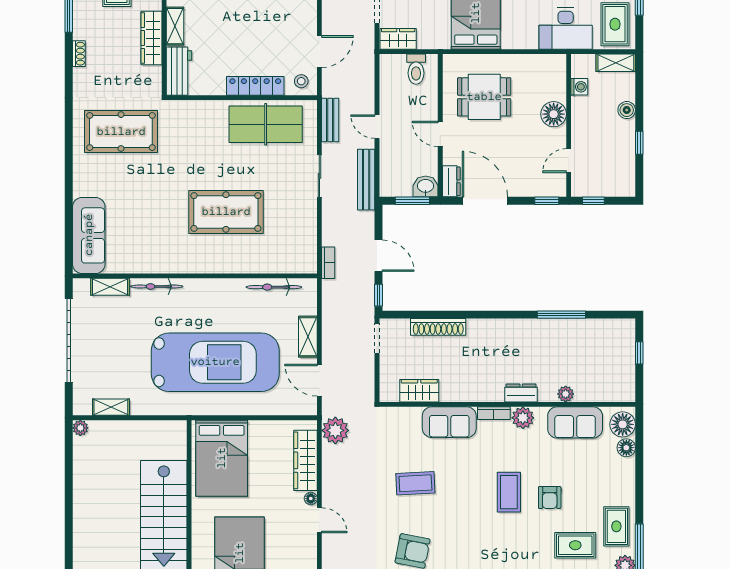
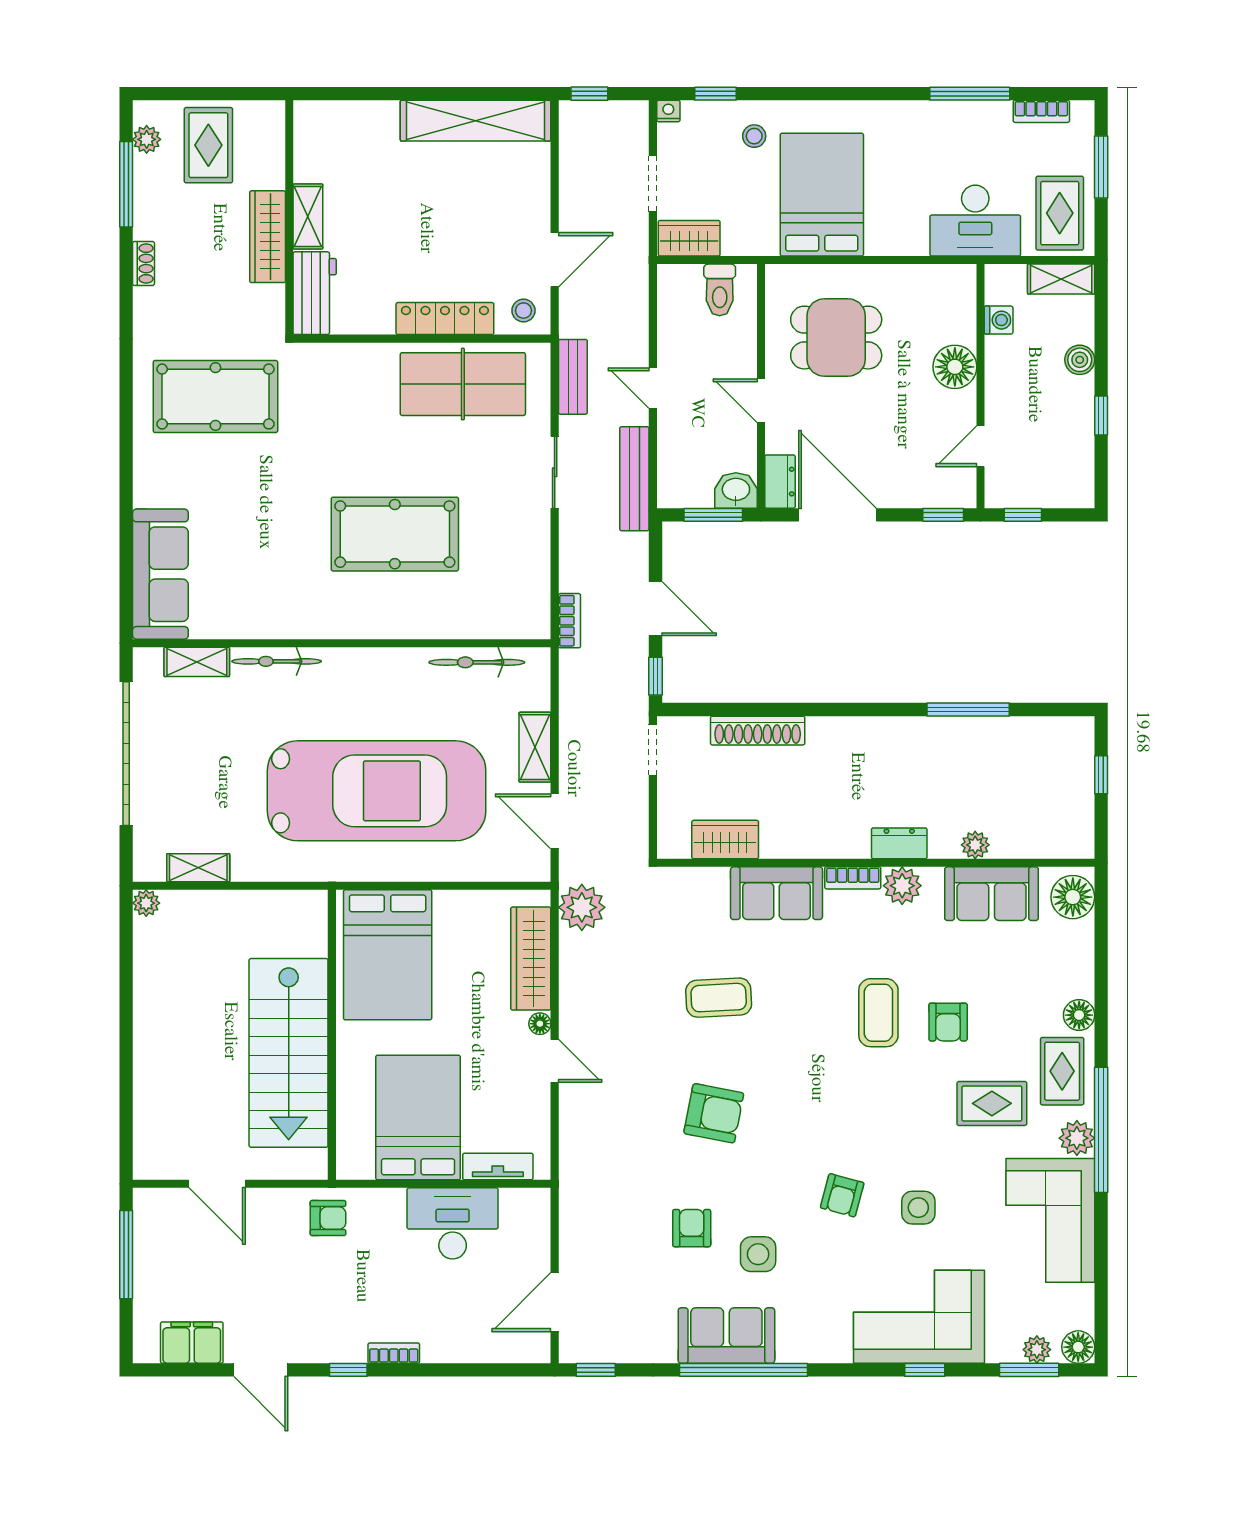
floor lamp: (626, 448) -> (1079, 1015), moved

